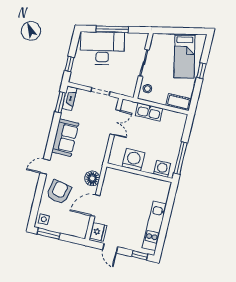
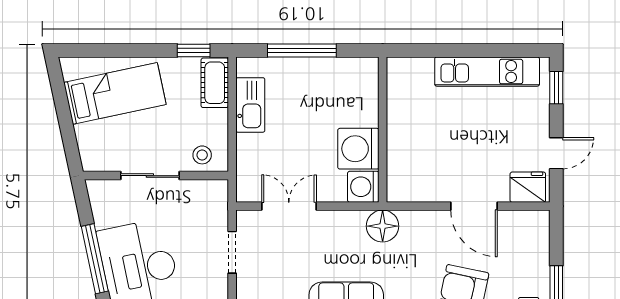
window: (201, 71) -> (194, 50), moved
kitchen sink: (149, 112) -> (250, 105), moved
window: (181, 158) -> (302, 50), moved
washing machine: (162, 169) -> (363, 187), moved
floor lamp: (92, 178) -> (383, 226), moved

